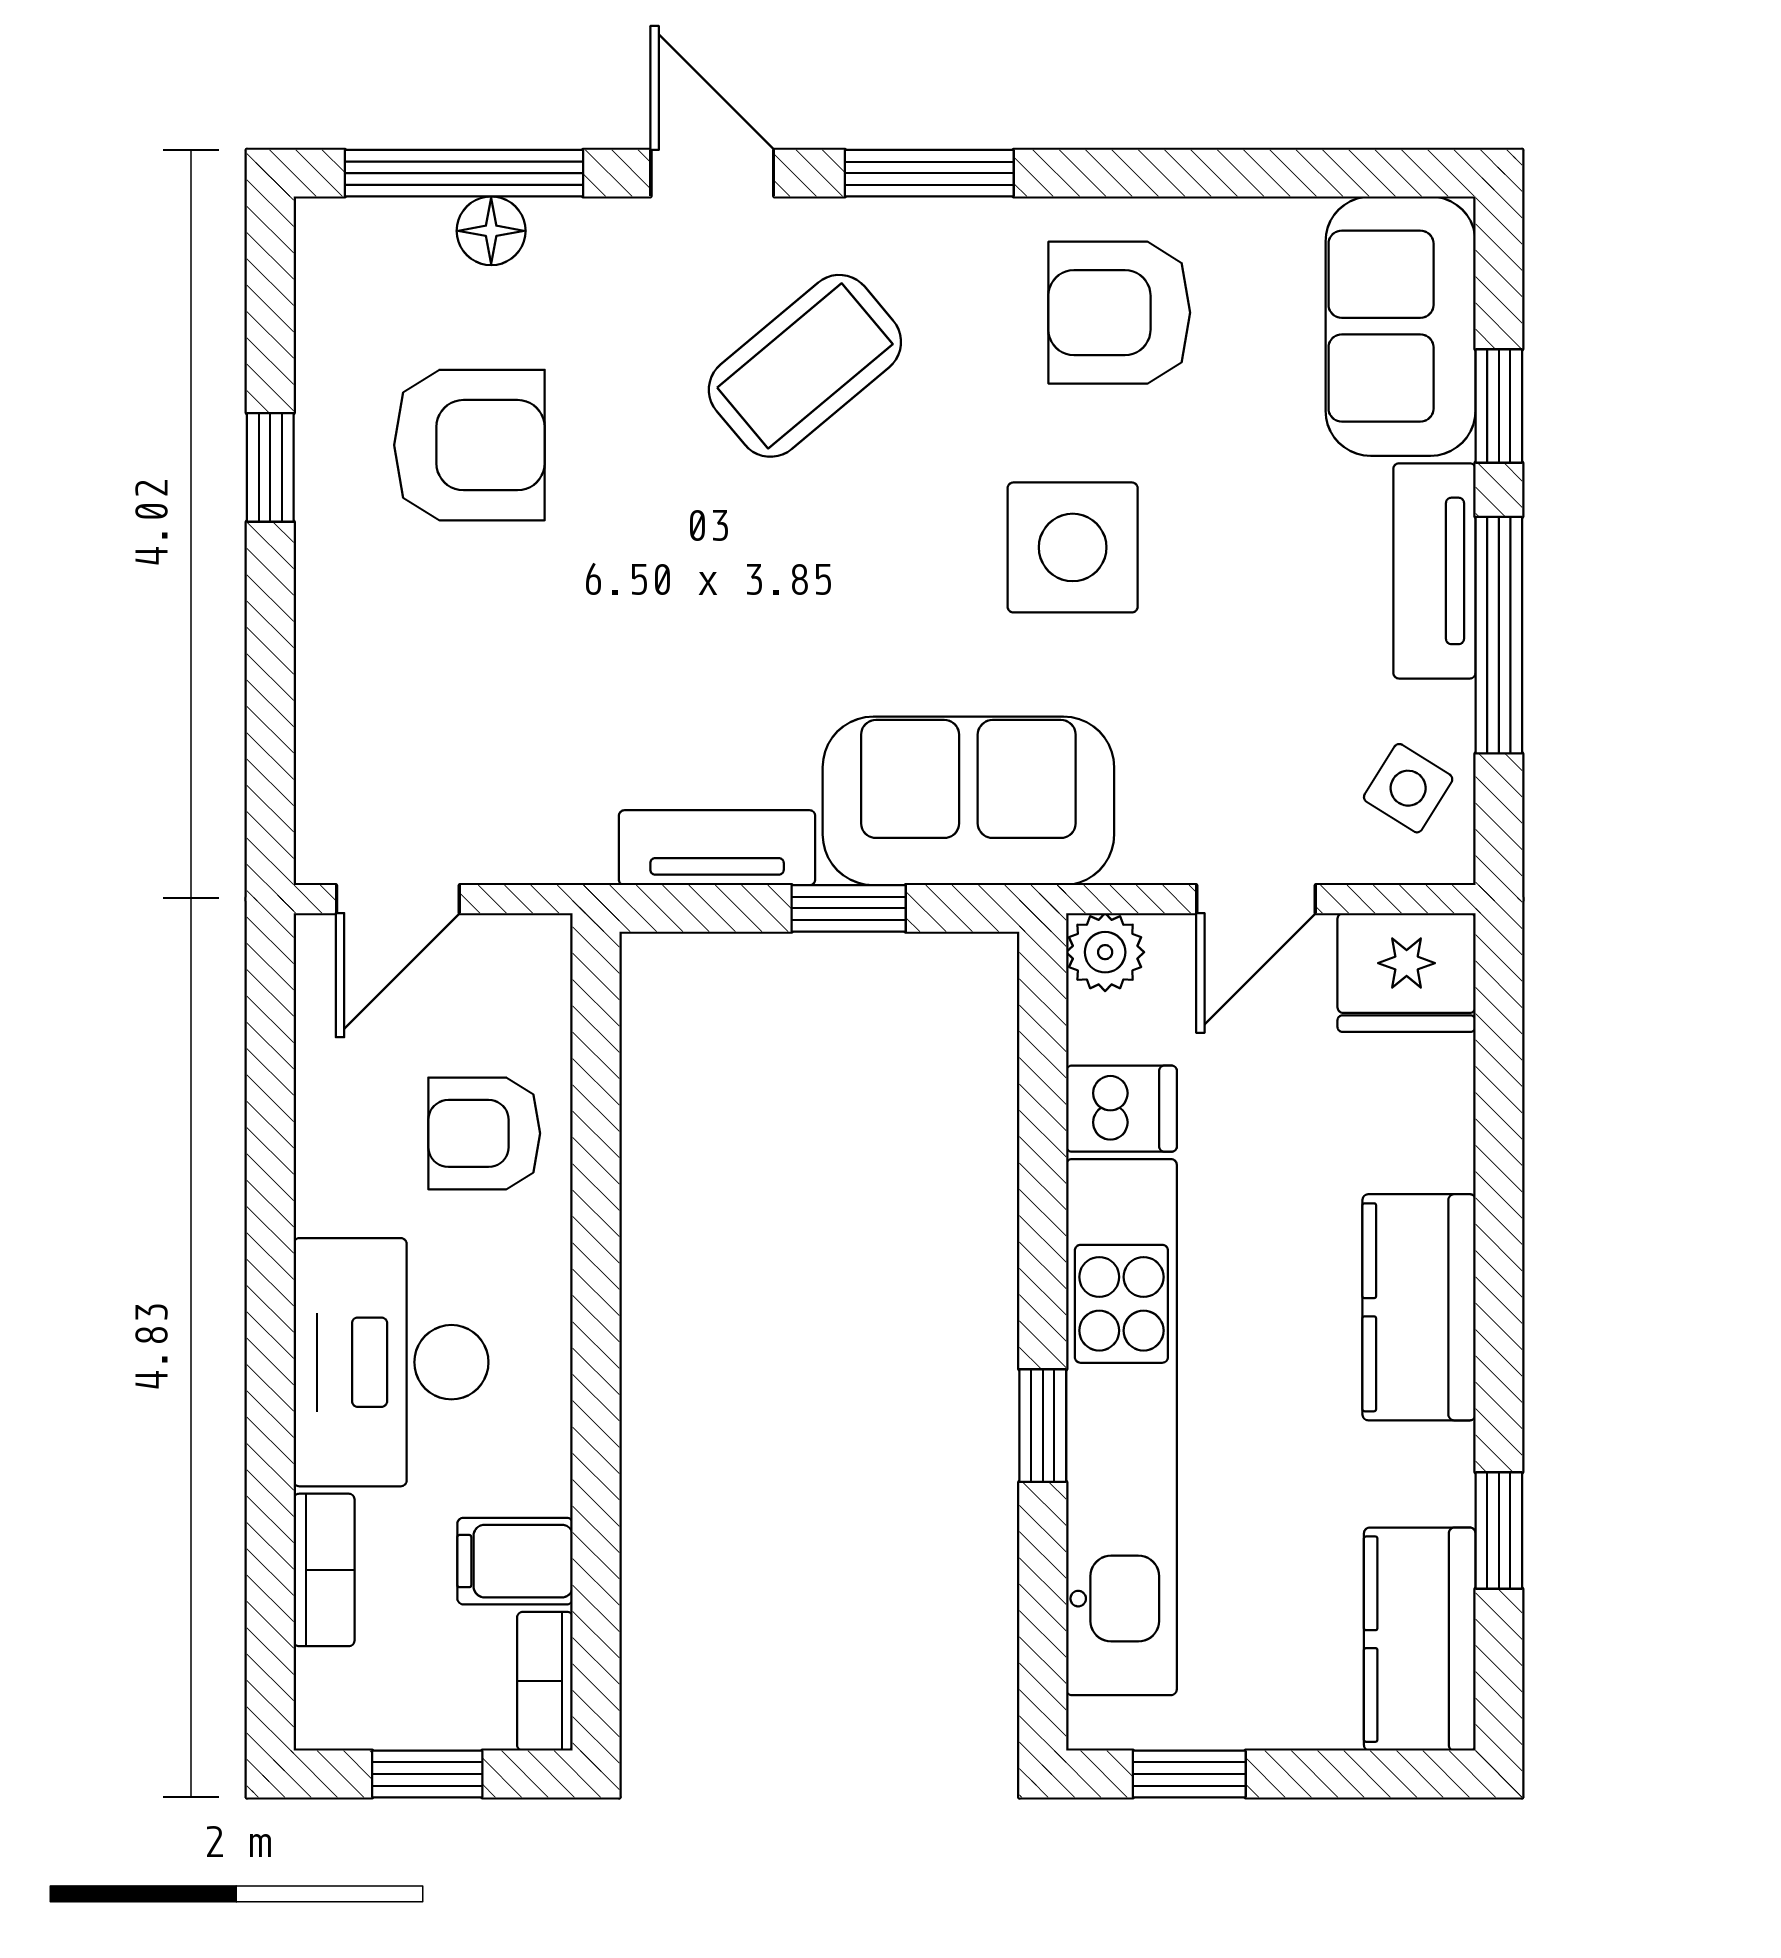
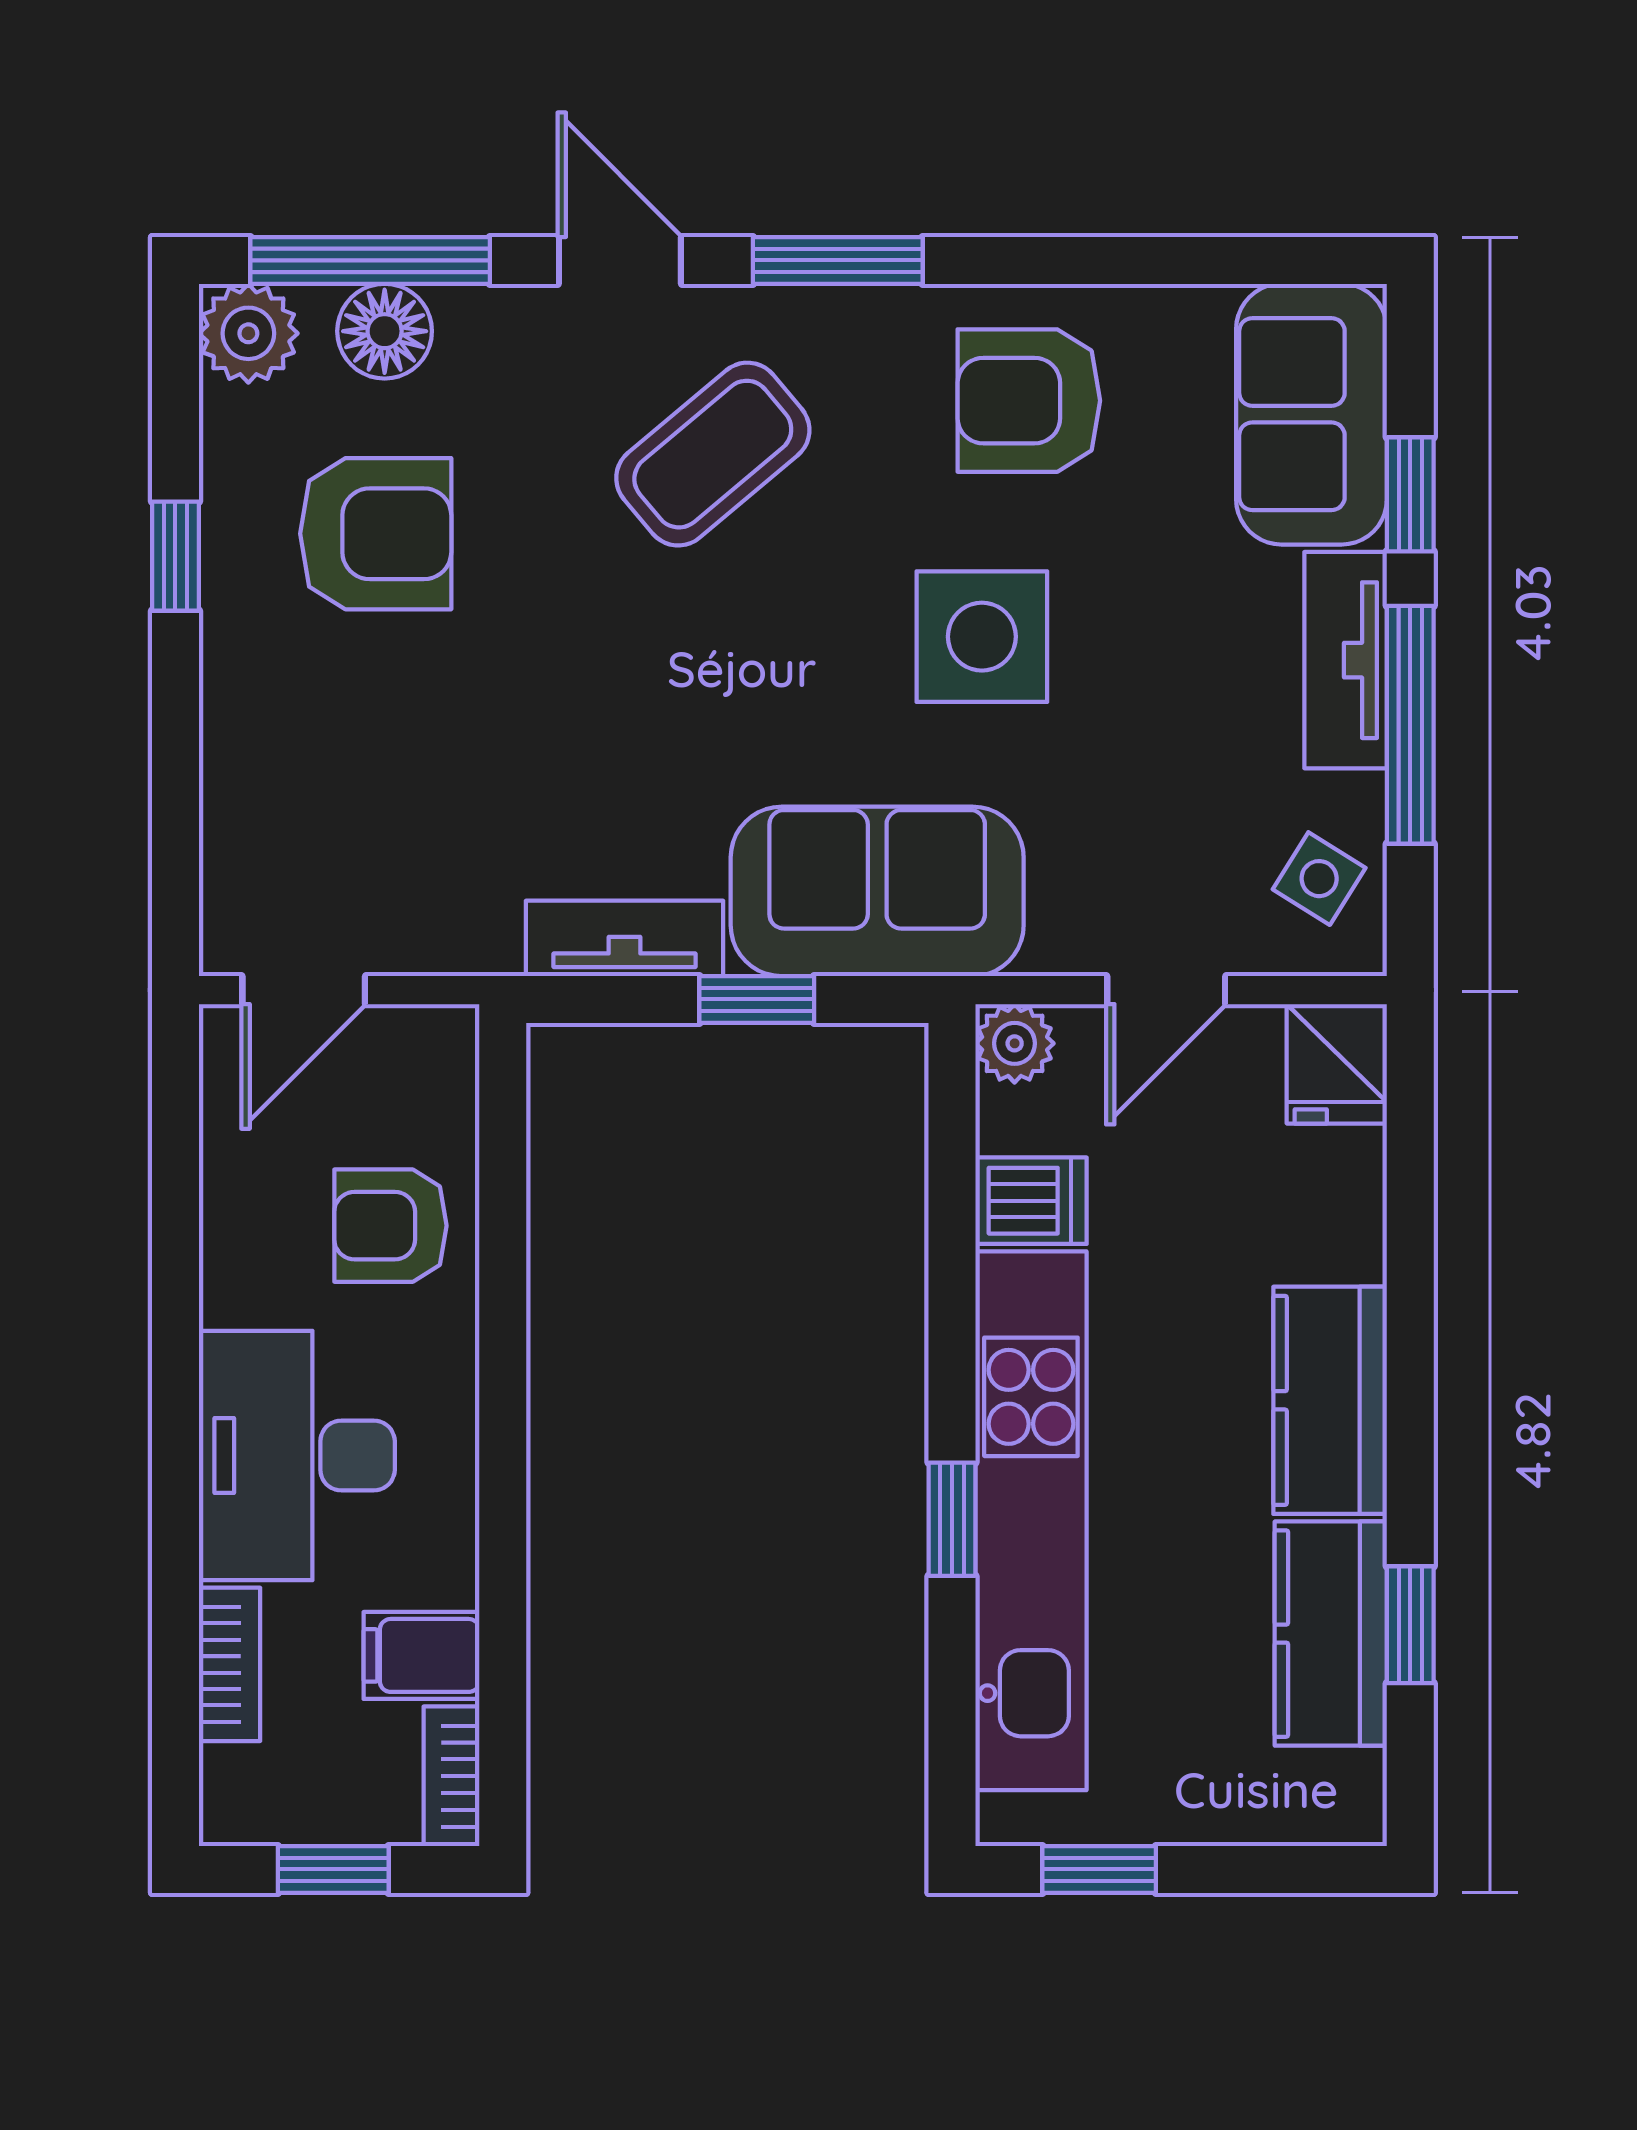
floor lamp: (491, 231) -> (385, 331), width x1.37, depth x1.37
plant: (343, 246) -> (248, 333), added
fridge: (1407, 973) -> (1337, 1064), width x0.72
kitchen counter: (1420, 1639) -> (1331, 1634), moved

